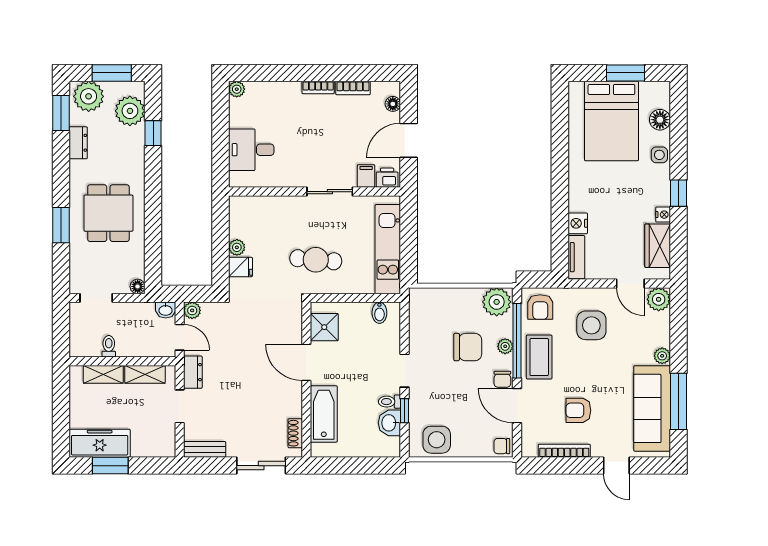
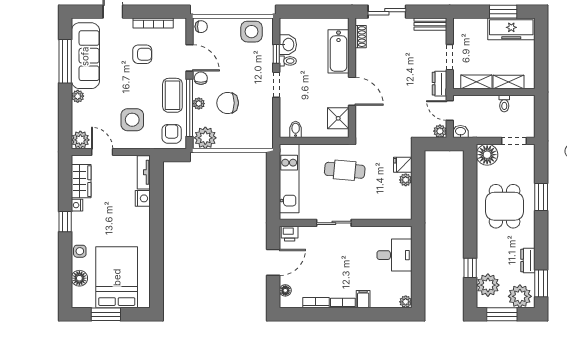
filing cabinet: (366, 176) -> (363, 299), moved, turned 180
floor lamp: (138, 286) -> (487, 155), width x1.89, depth x1.89

